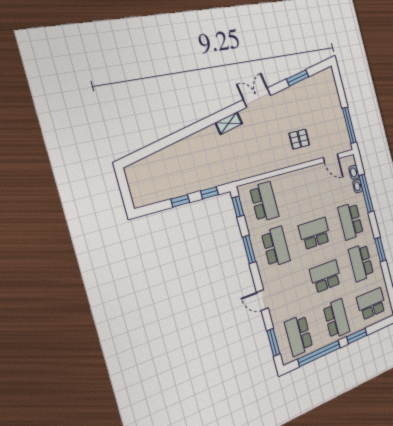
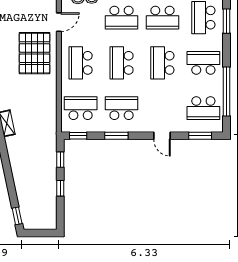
pallet: (299, 139) -> (35, 53), width x2.05, depth x2.00
window: (136, 156) -> (17, 216), added
school desk: (304, 190) -> (81, 63), added
door: (262, 300) -> (162, 136), hinge flipped
window: (357, 336) -> (226, 21), moved

